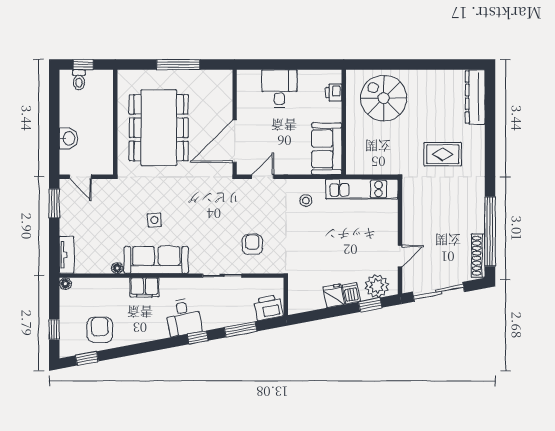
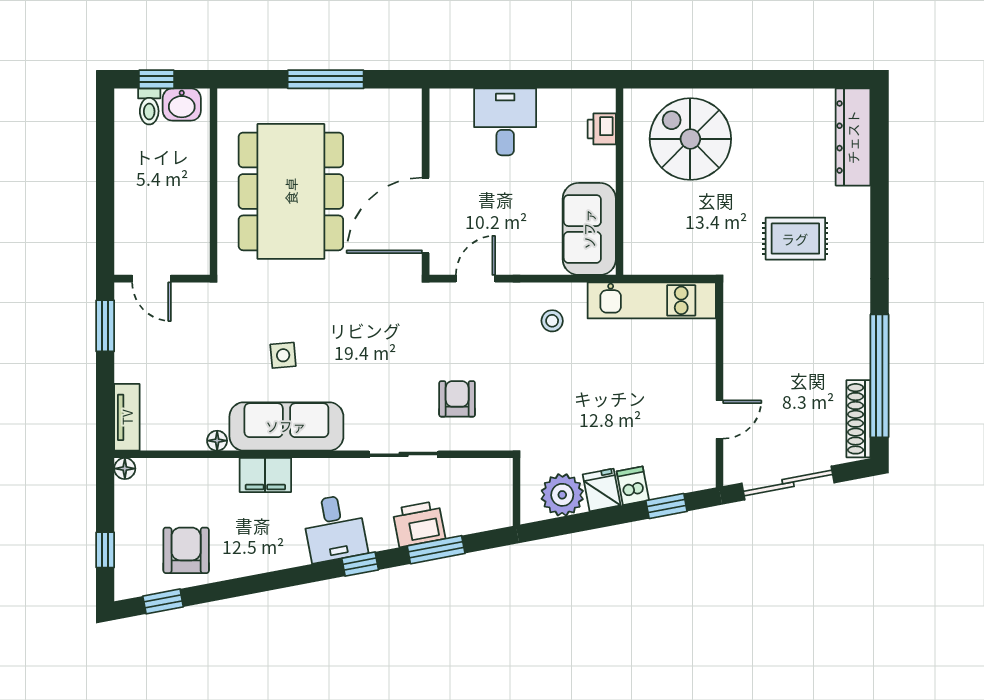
washbasin: (68, 138) -> (182, 104), moved, turned 90
plant: (377, 286) -> (562, 495), moved
printer: (268, 308) -> (419, 524), moved

